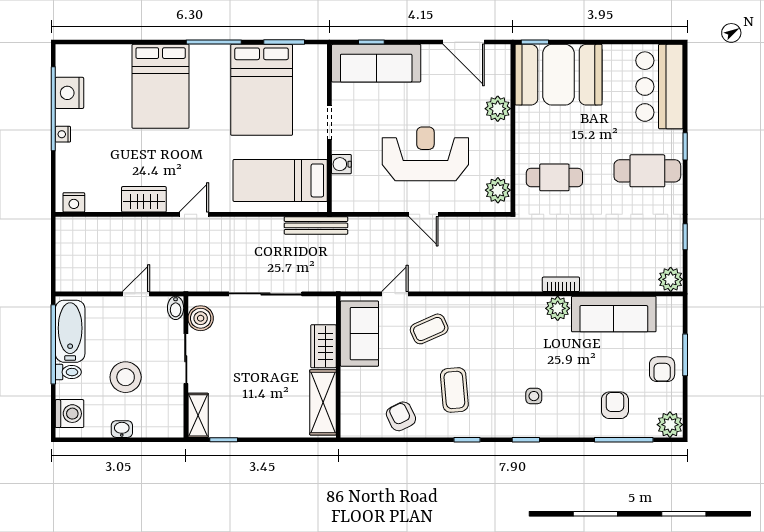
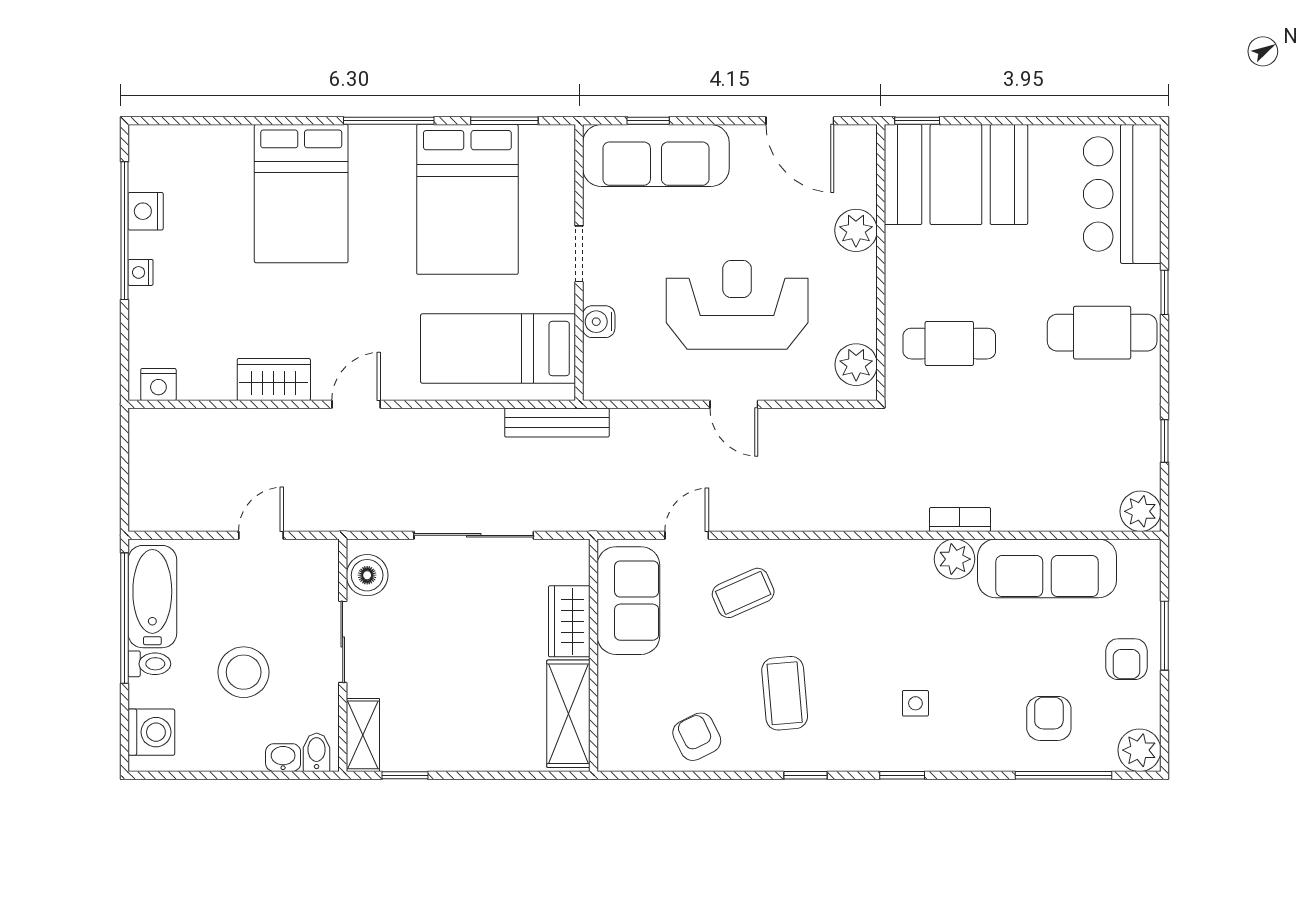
nightstand: (69, 93) -> (146, 211), width x0.74, depth x0.75
bidet: (176, 308) -> (317, 752), moved, turned 180
washbasin: (122, 429) -> (283, 758), moved

